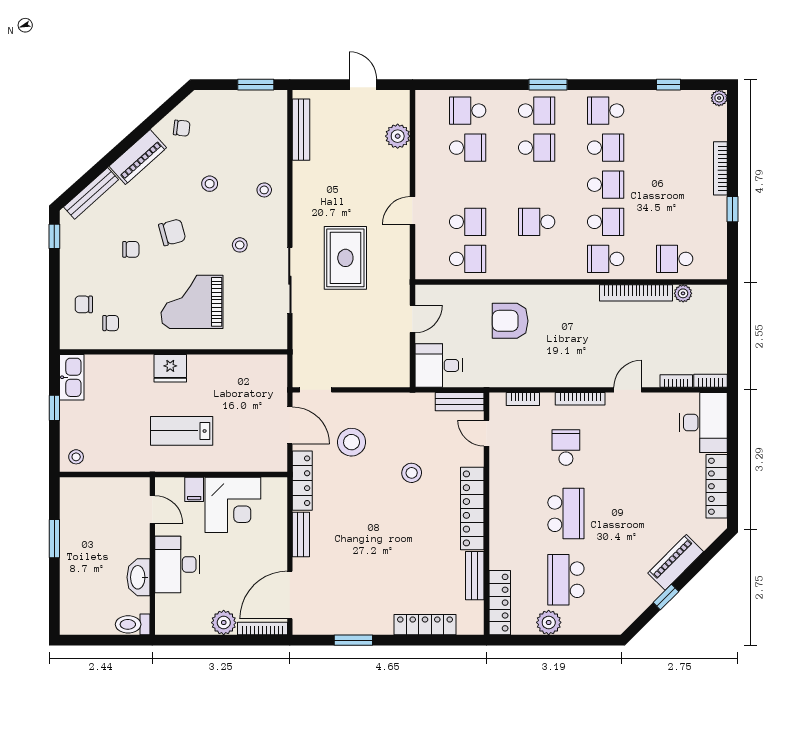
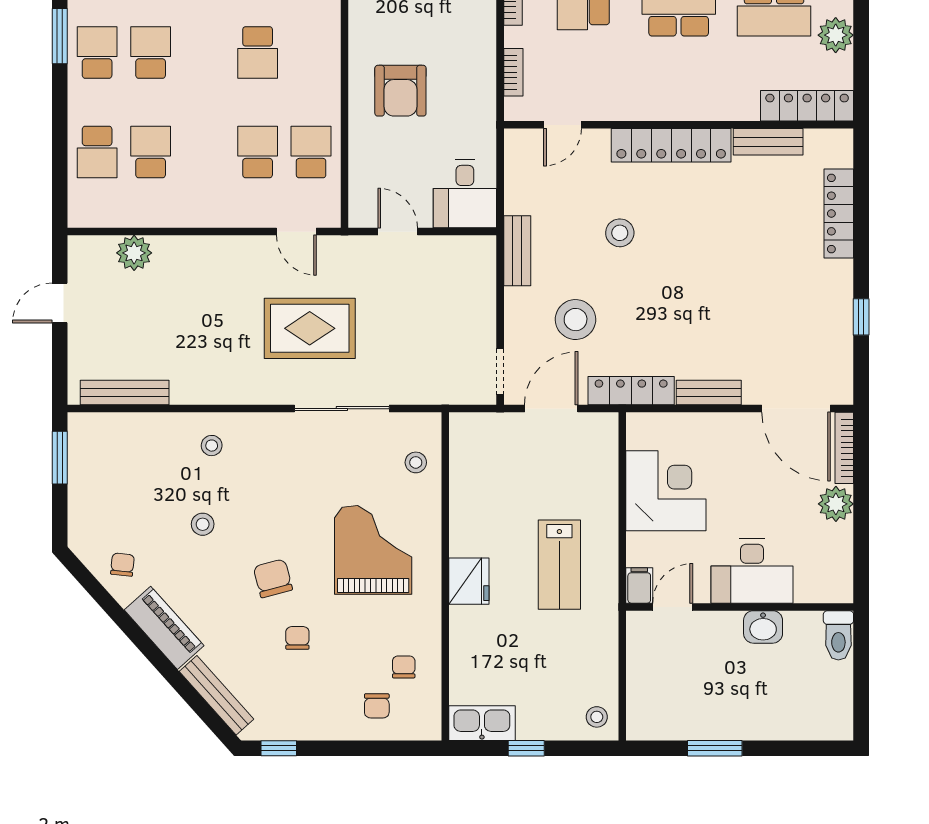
door: (412, 210) -> (296, 232), moved
stool: (240, 245) -> (416, 462), moved
grand piano: (192, 302) -> (373, 550), turned 180
bench: (460, 402) -> (517, 251), moved
filing cabinet: (194, 489) -> (639, 585), moved, turned -90
washbasin: (138, 577) -> (763, 627), width x0.72
window: (353, 640) -> (861, 317), width x0.67

